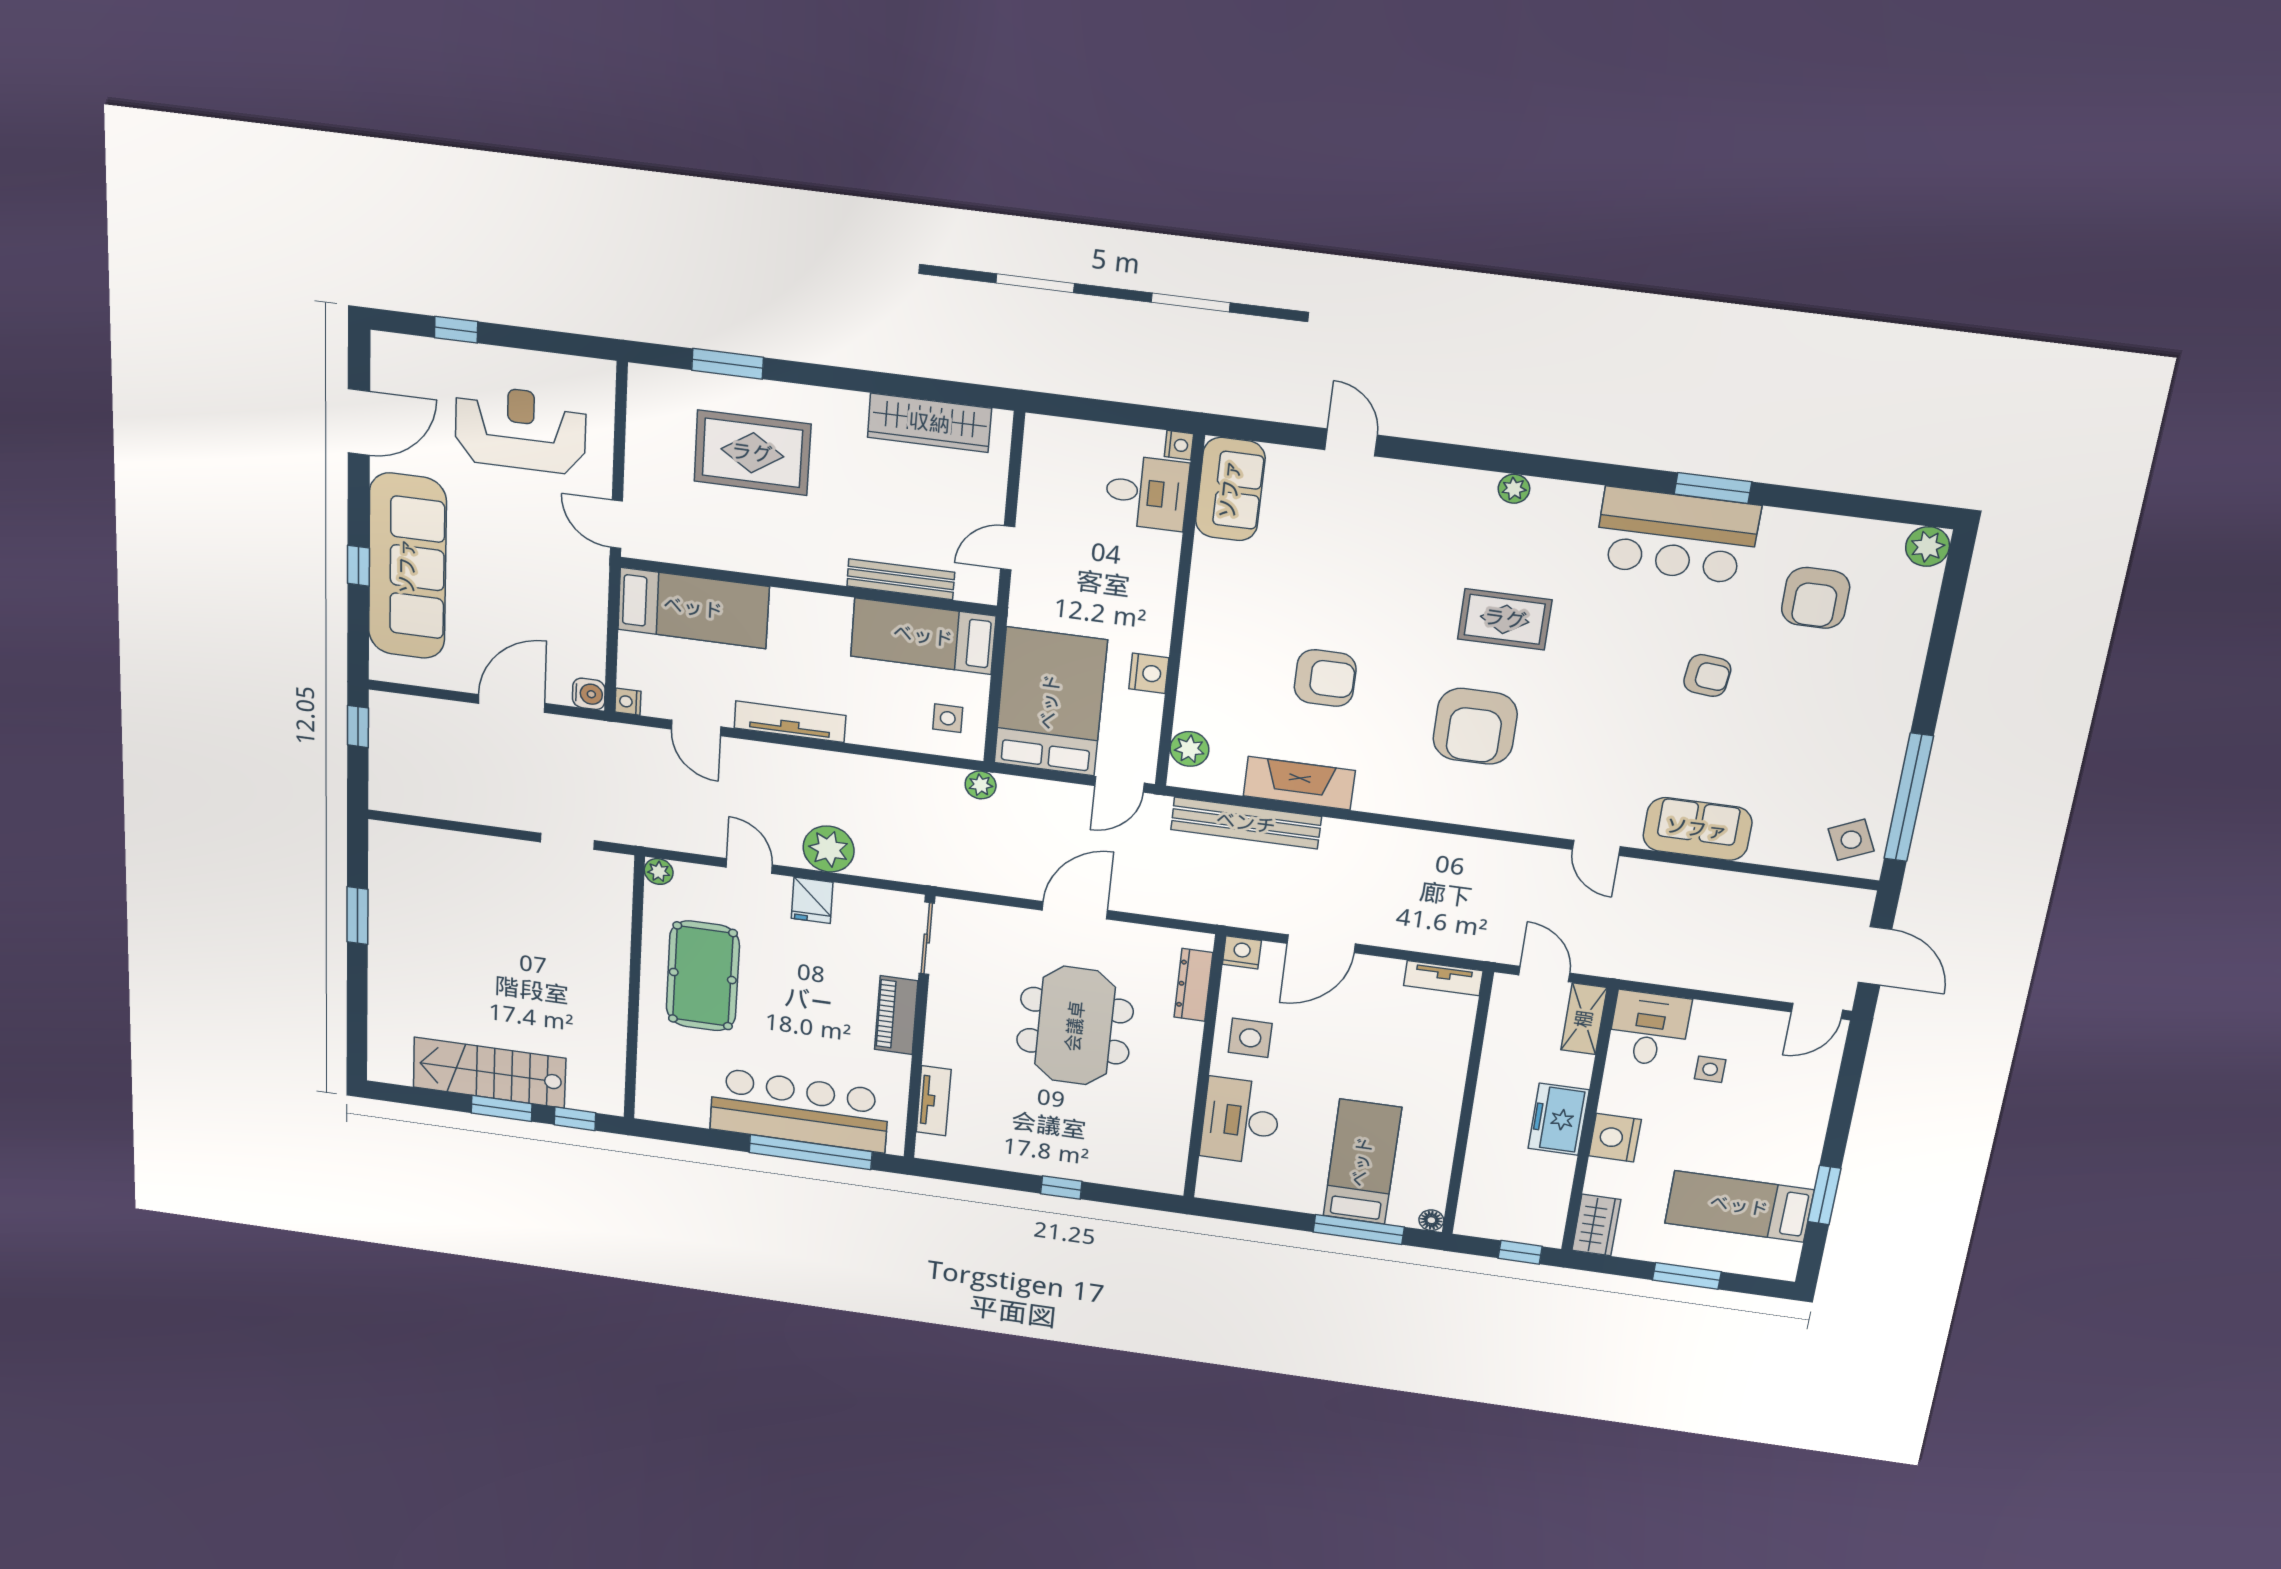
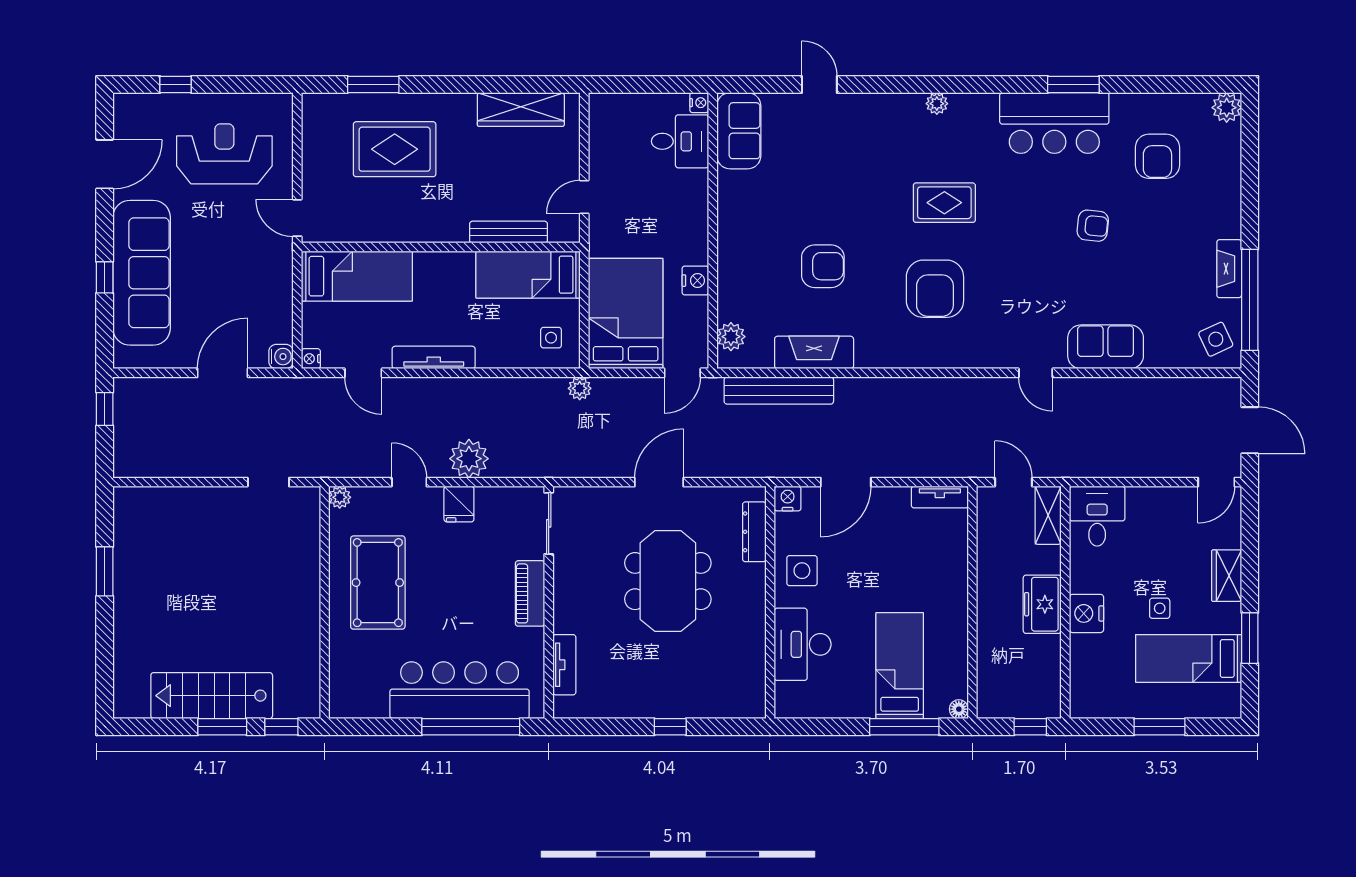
fireplace: (1888, 755) -> (1229, 269), added
side table: (1710, 1069) -> (1160, 608), moved
wardrobe: (1596, 1225) -> (1227, 576), moved, turned 180

